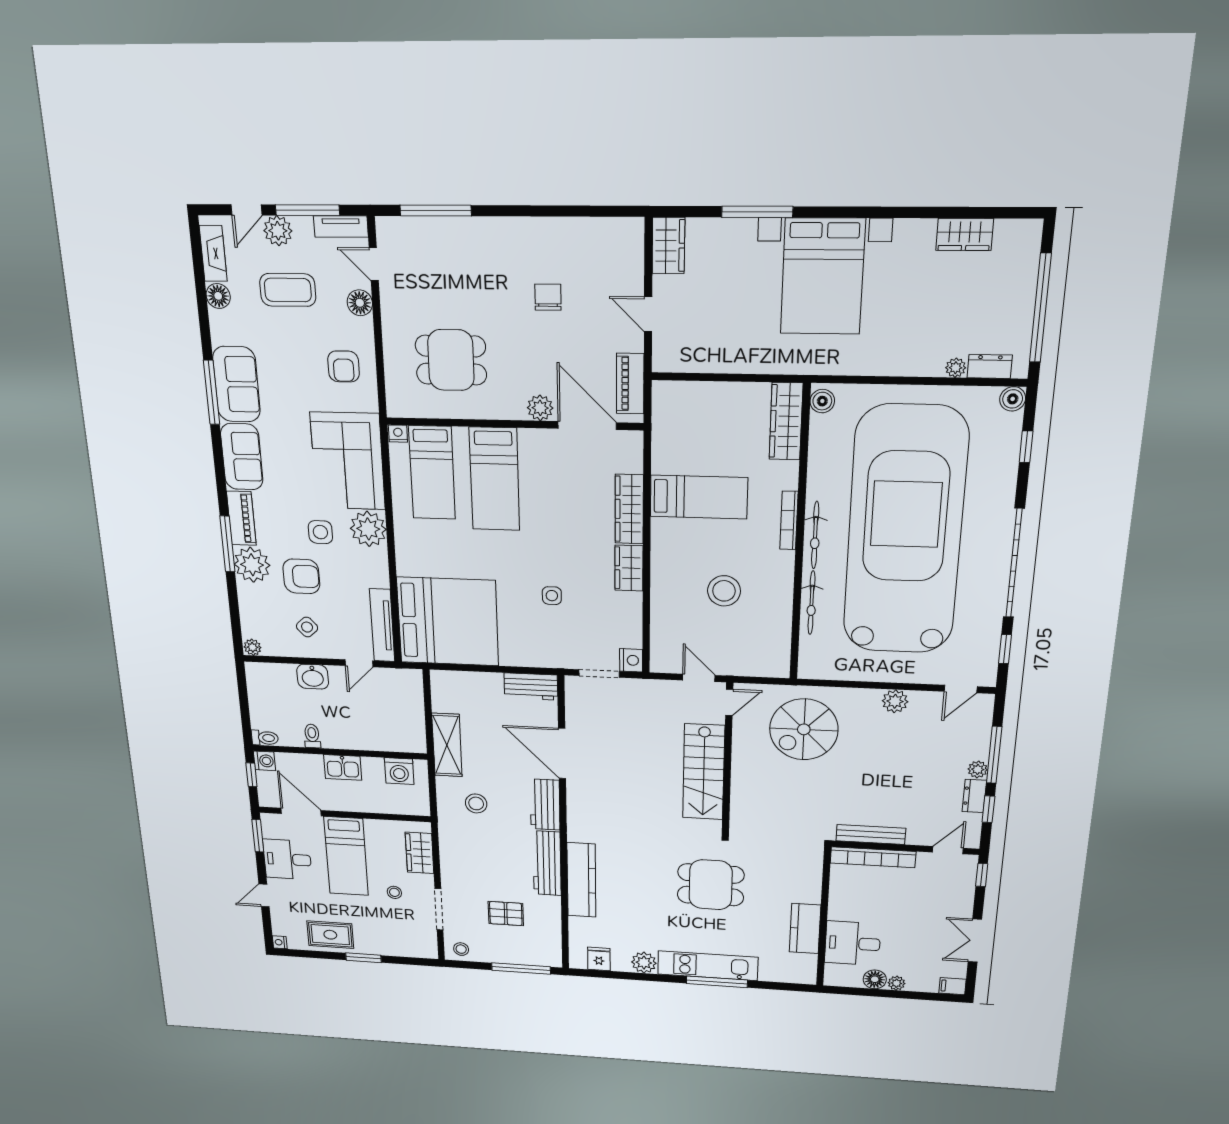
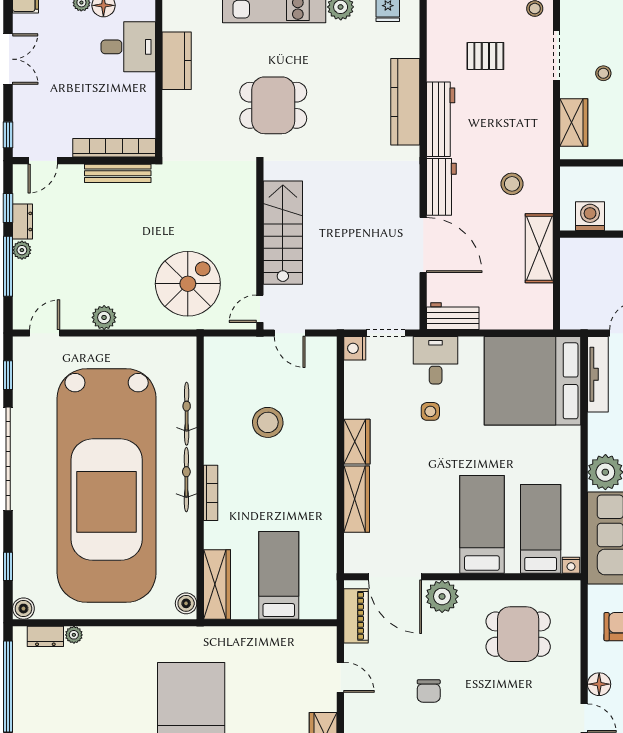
plant: (540, 408) -> (442, 596), width x1.36, depth x1.36
bed: (699, 497) -> (279, 575), moved, turned 90
desk: (547, 645) -> (436, 360), added

